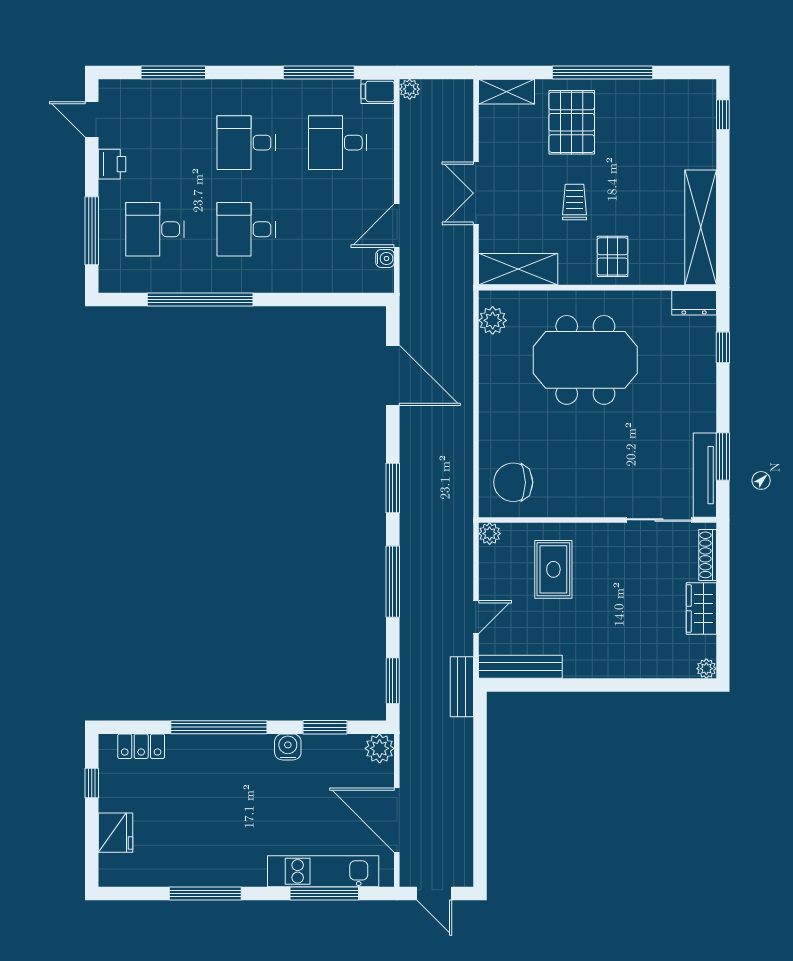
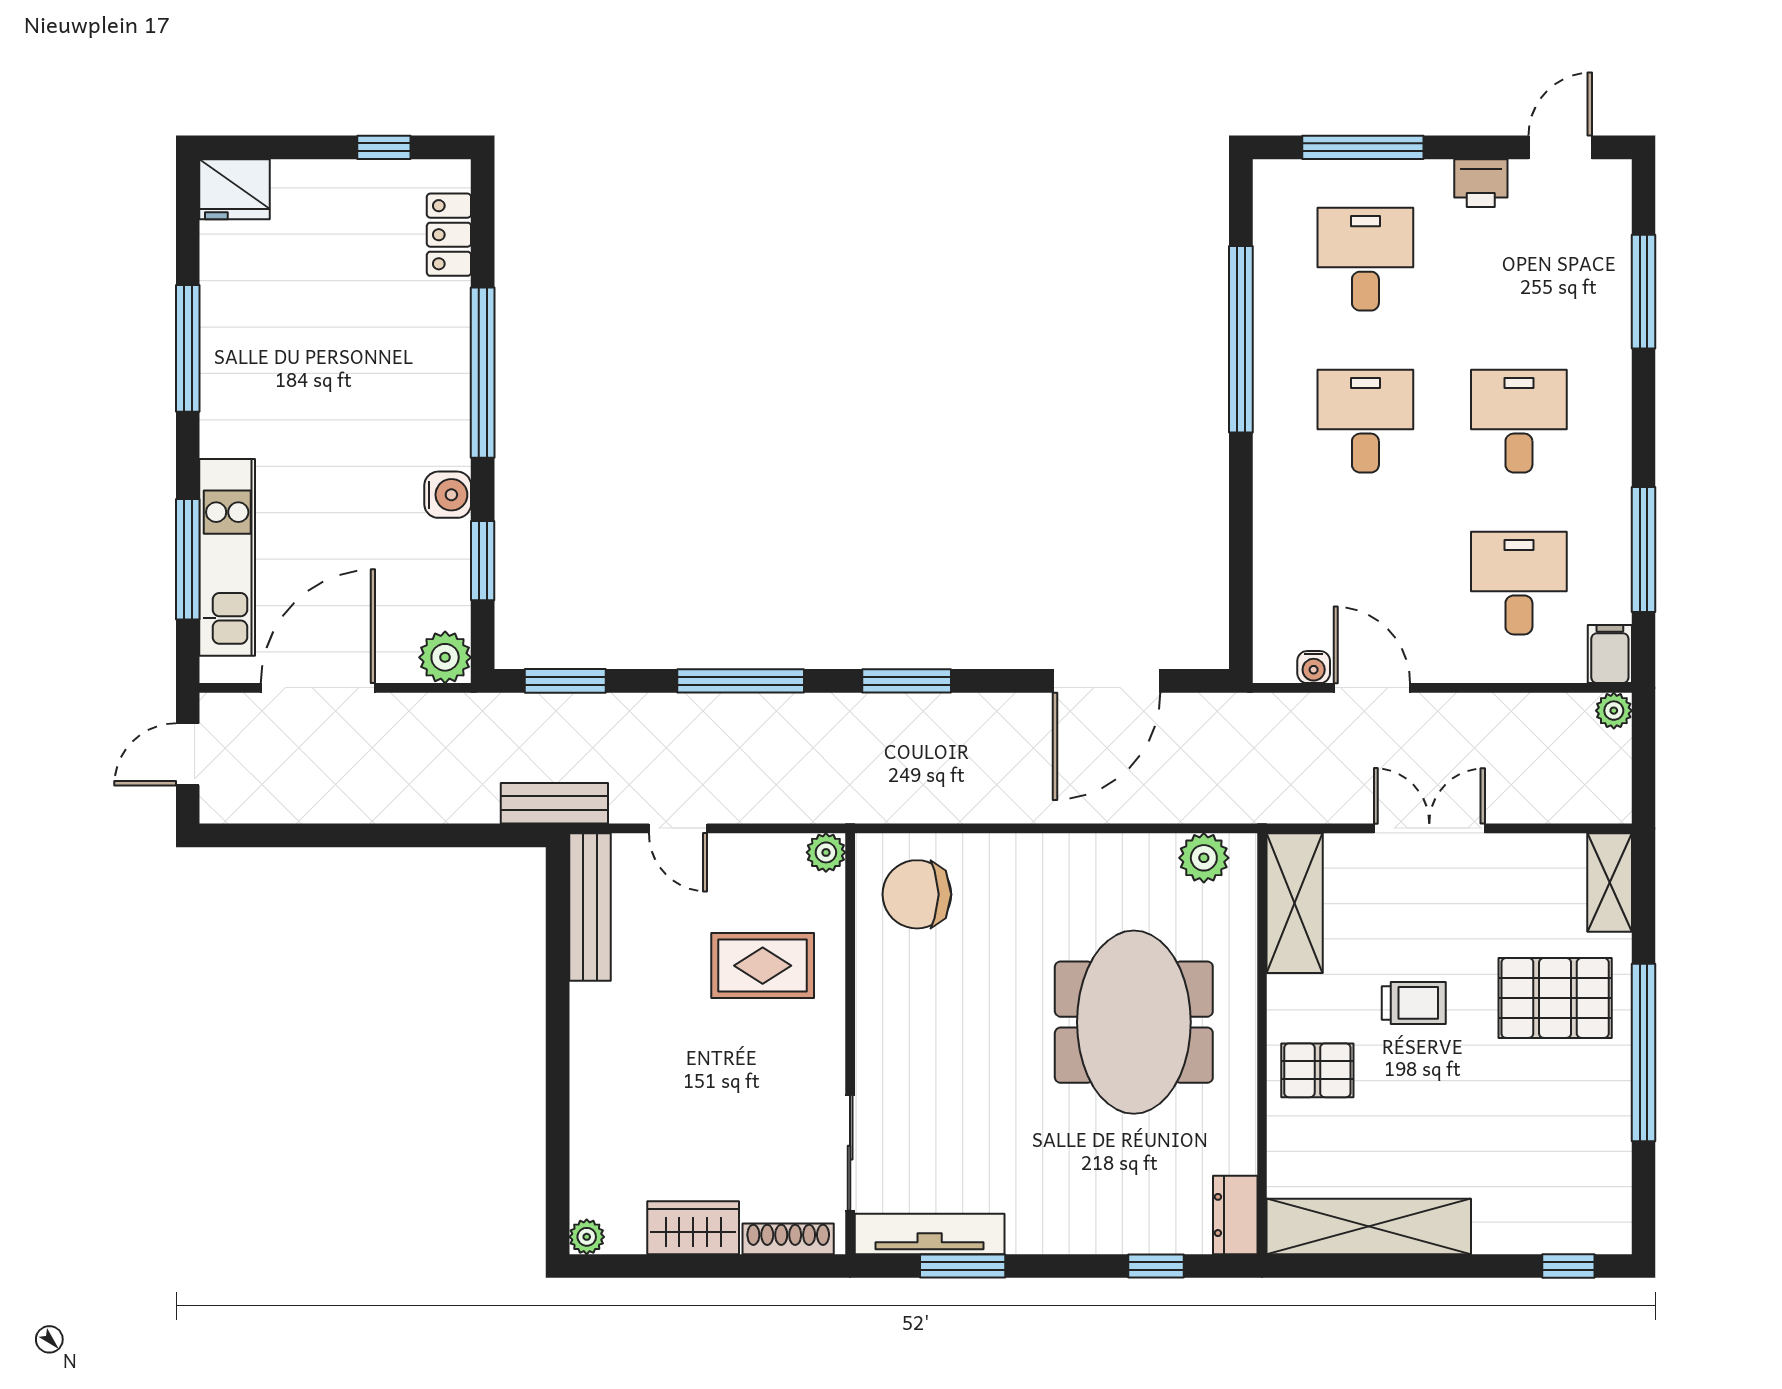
chair: (513, 482) -> (917, 894), turned -90
fridge: (115, 833) -> (235, 189), moved

